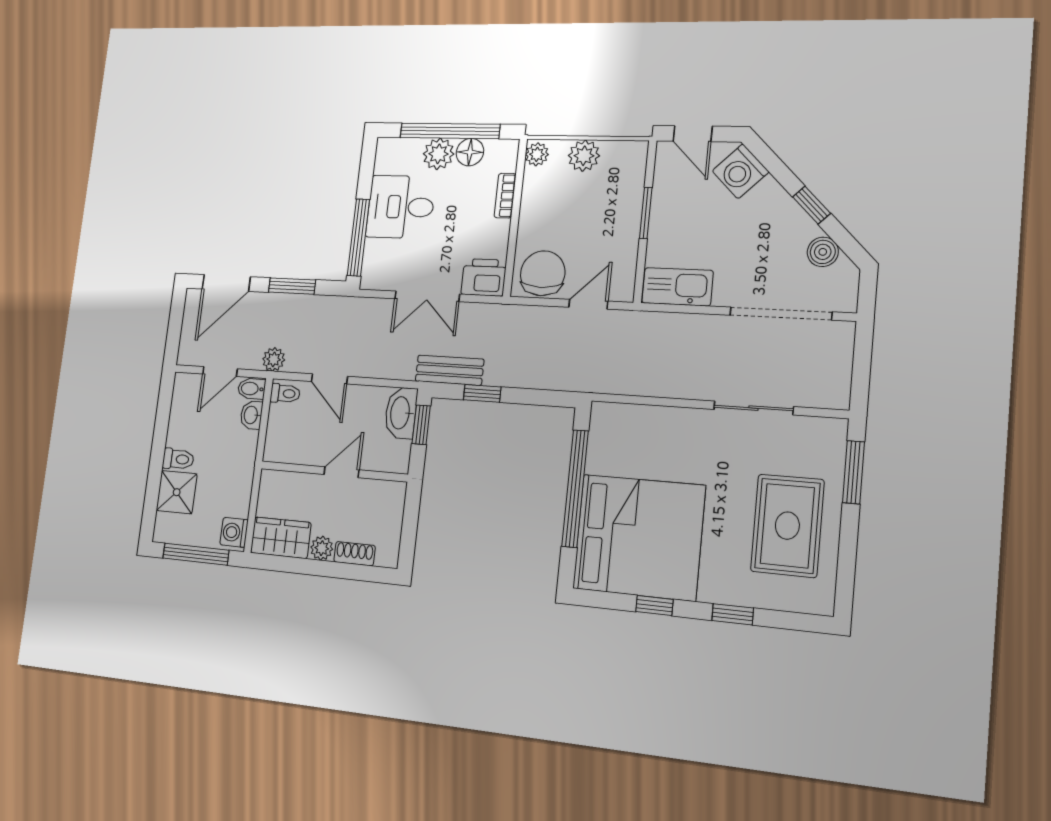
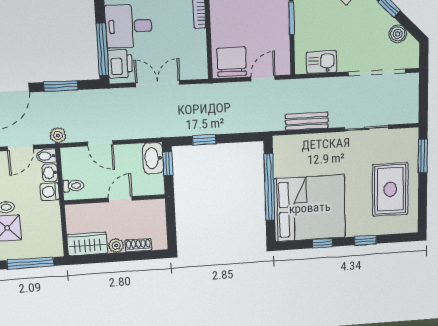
printer: (484, 277) -> (120, 64), moved, turned 90
kitchen sink: (677, 287) -> (321, 62), width x0.73
double door: (427, 296) -> (158, 84), swing flipped
bench: (450, 370) -> (307, 121), moved
toilet: (285, 393) -> (73, 186), moved
washing machine: (234, 532) -> (50, 192), moved

